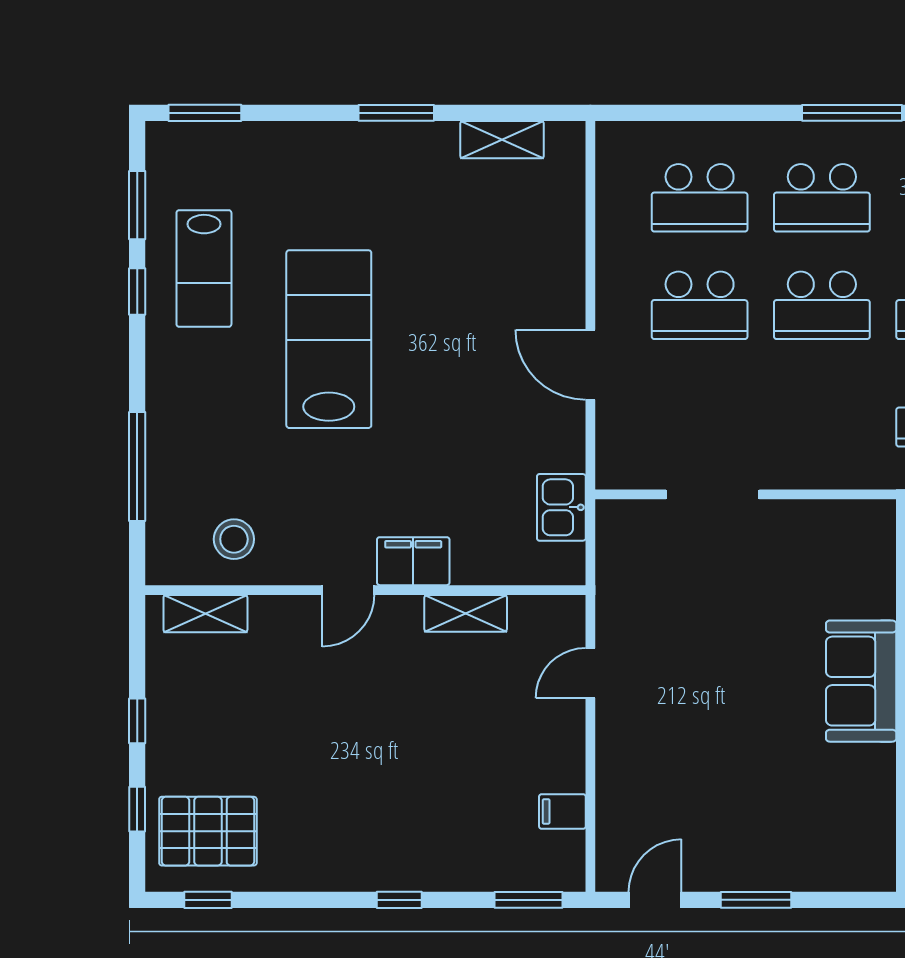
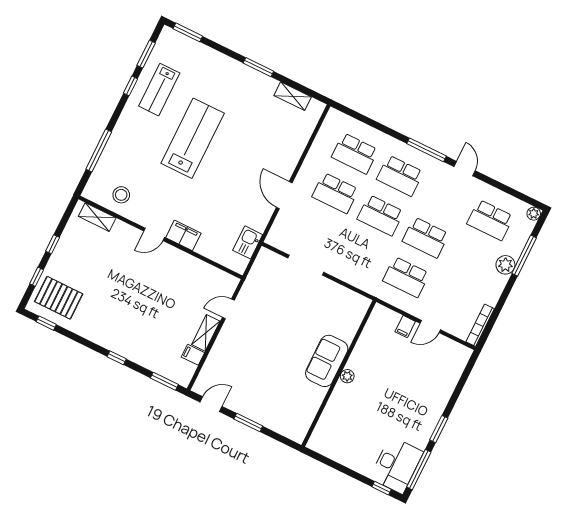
shelving: (466, 613) -> (206, 333), moved, turned 90

